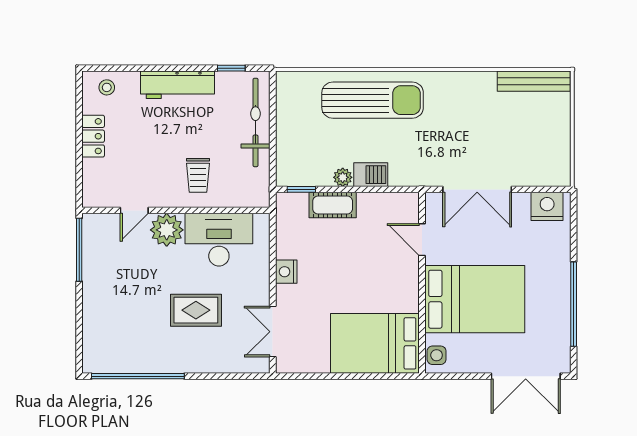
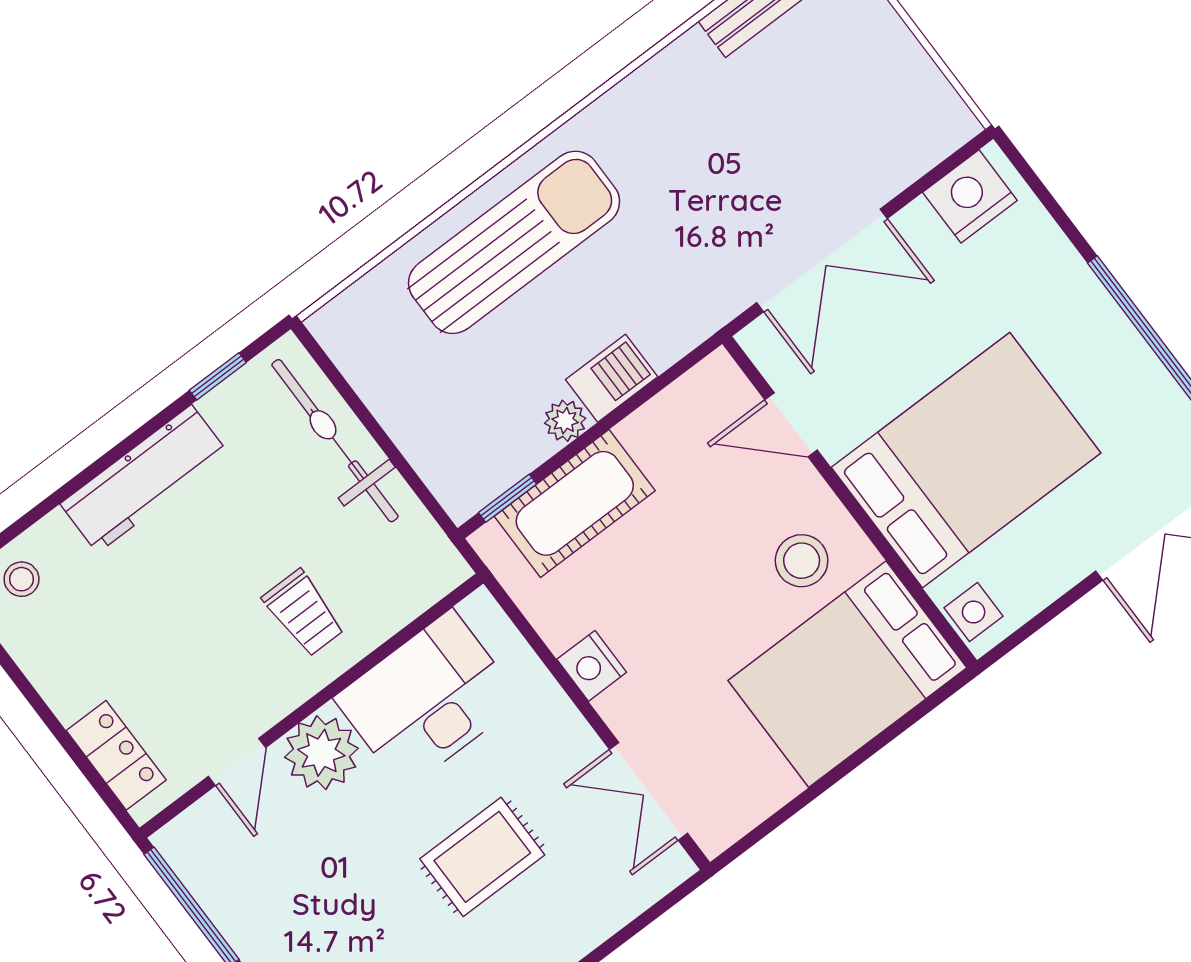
locker: (93, 136) -> (116, 755), moved
cot: (333, 205) -> (575, 503), width x1.37, depth x1.34
stool: (389, 291) -> (802, 561), added

